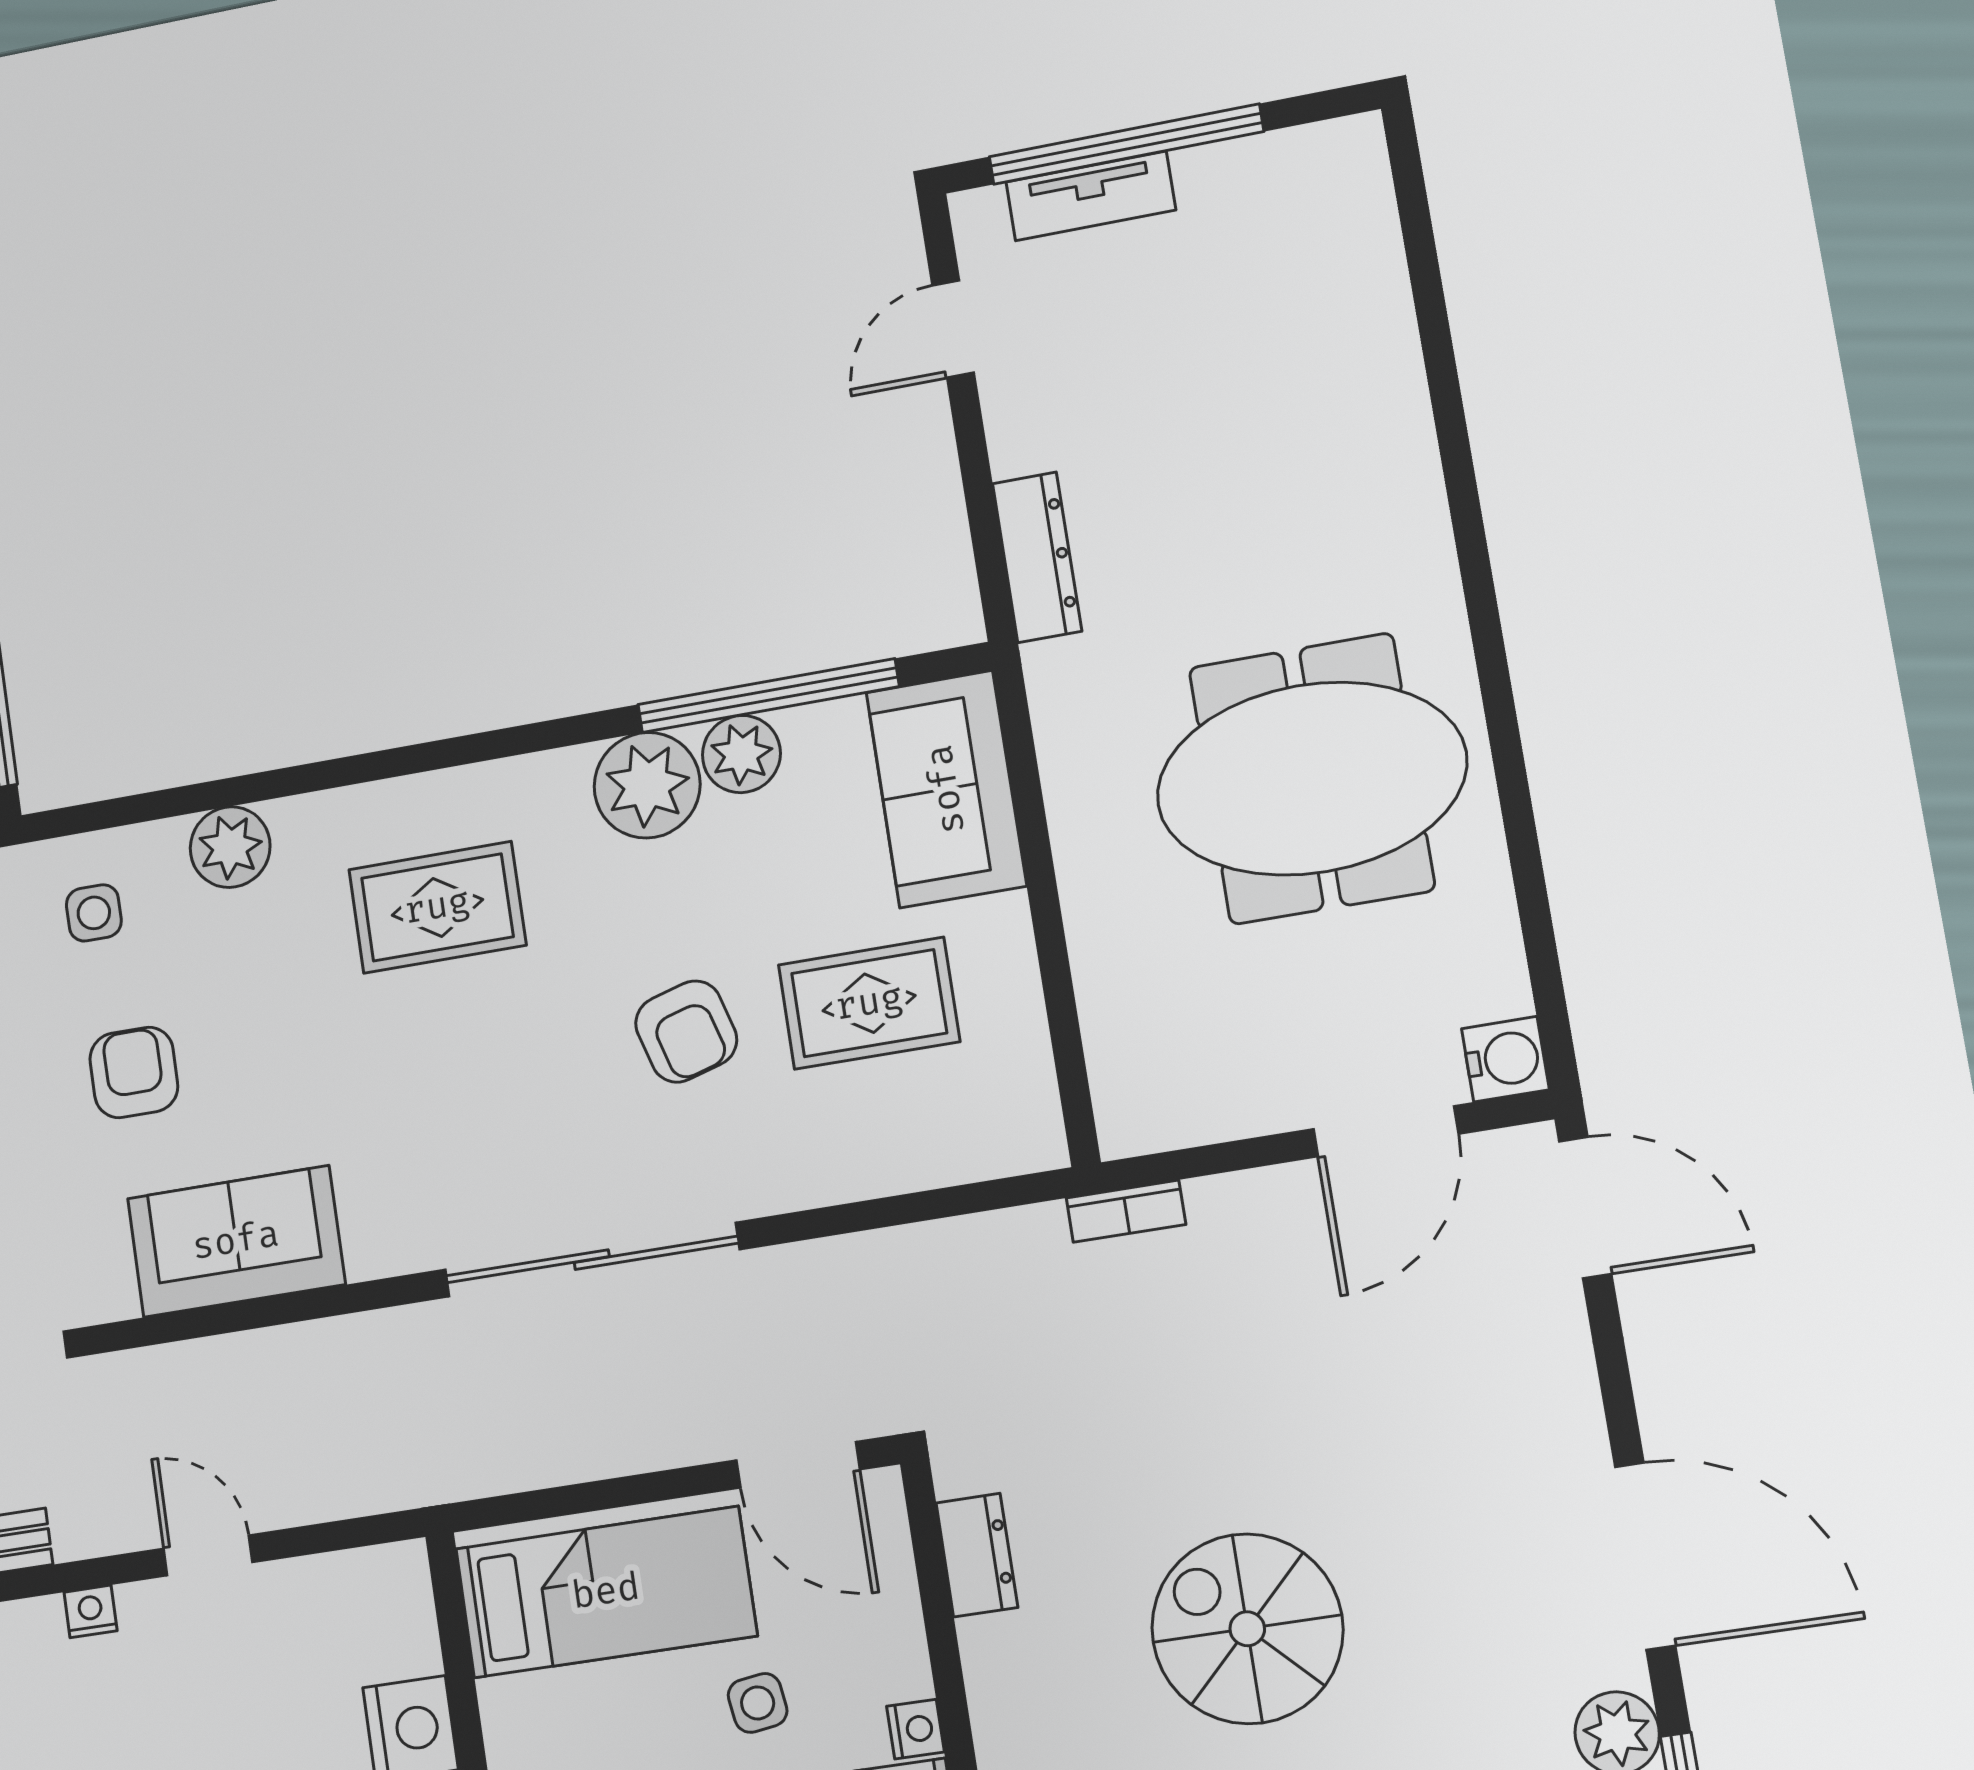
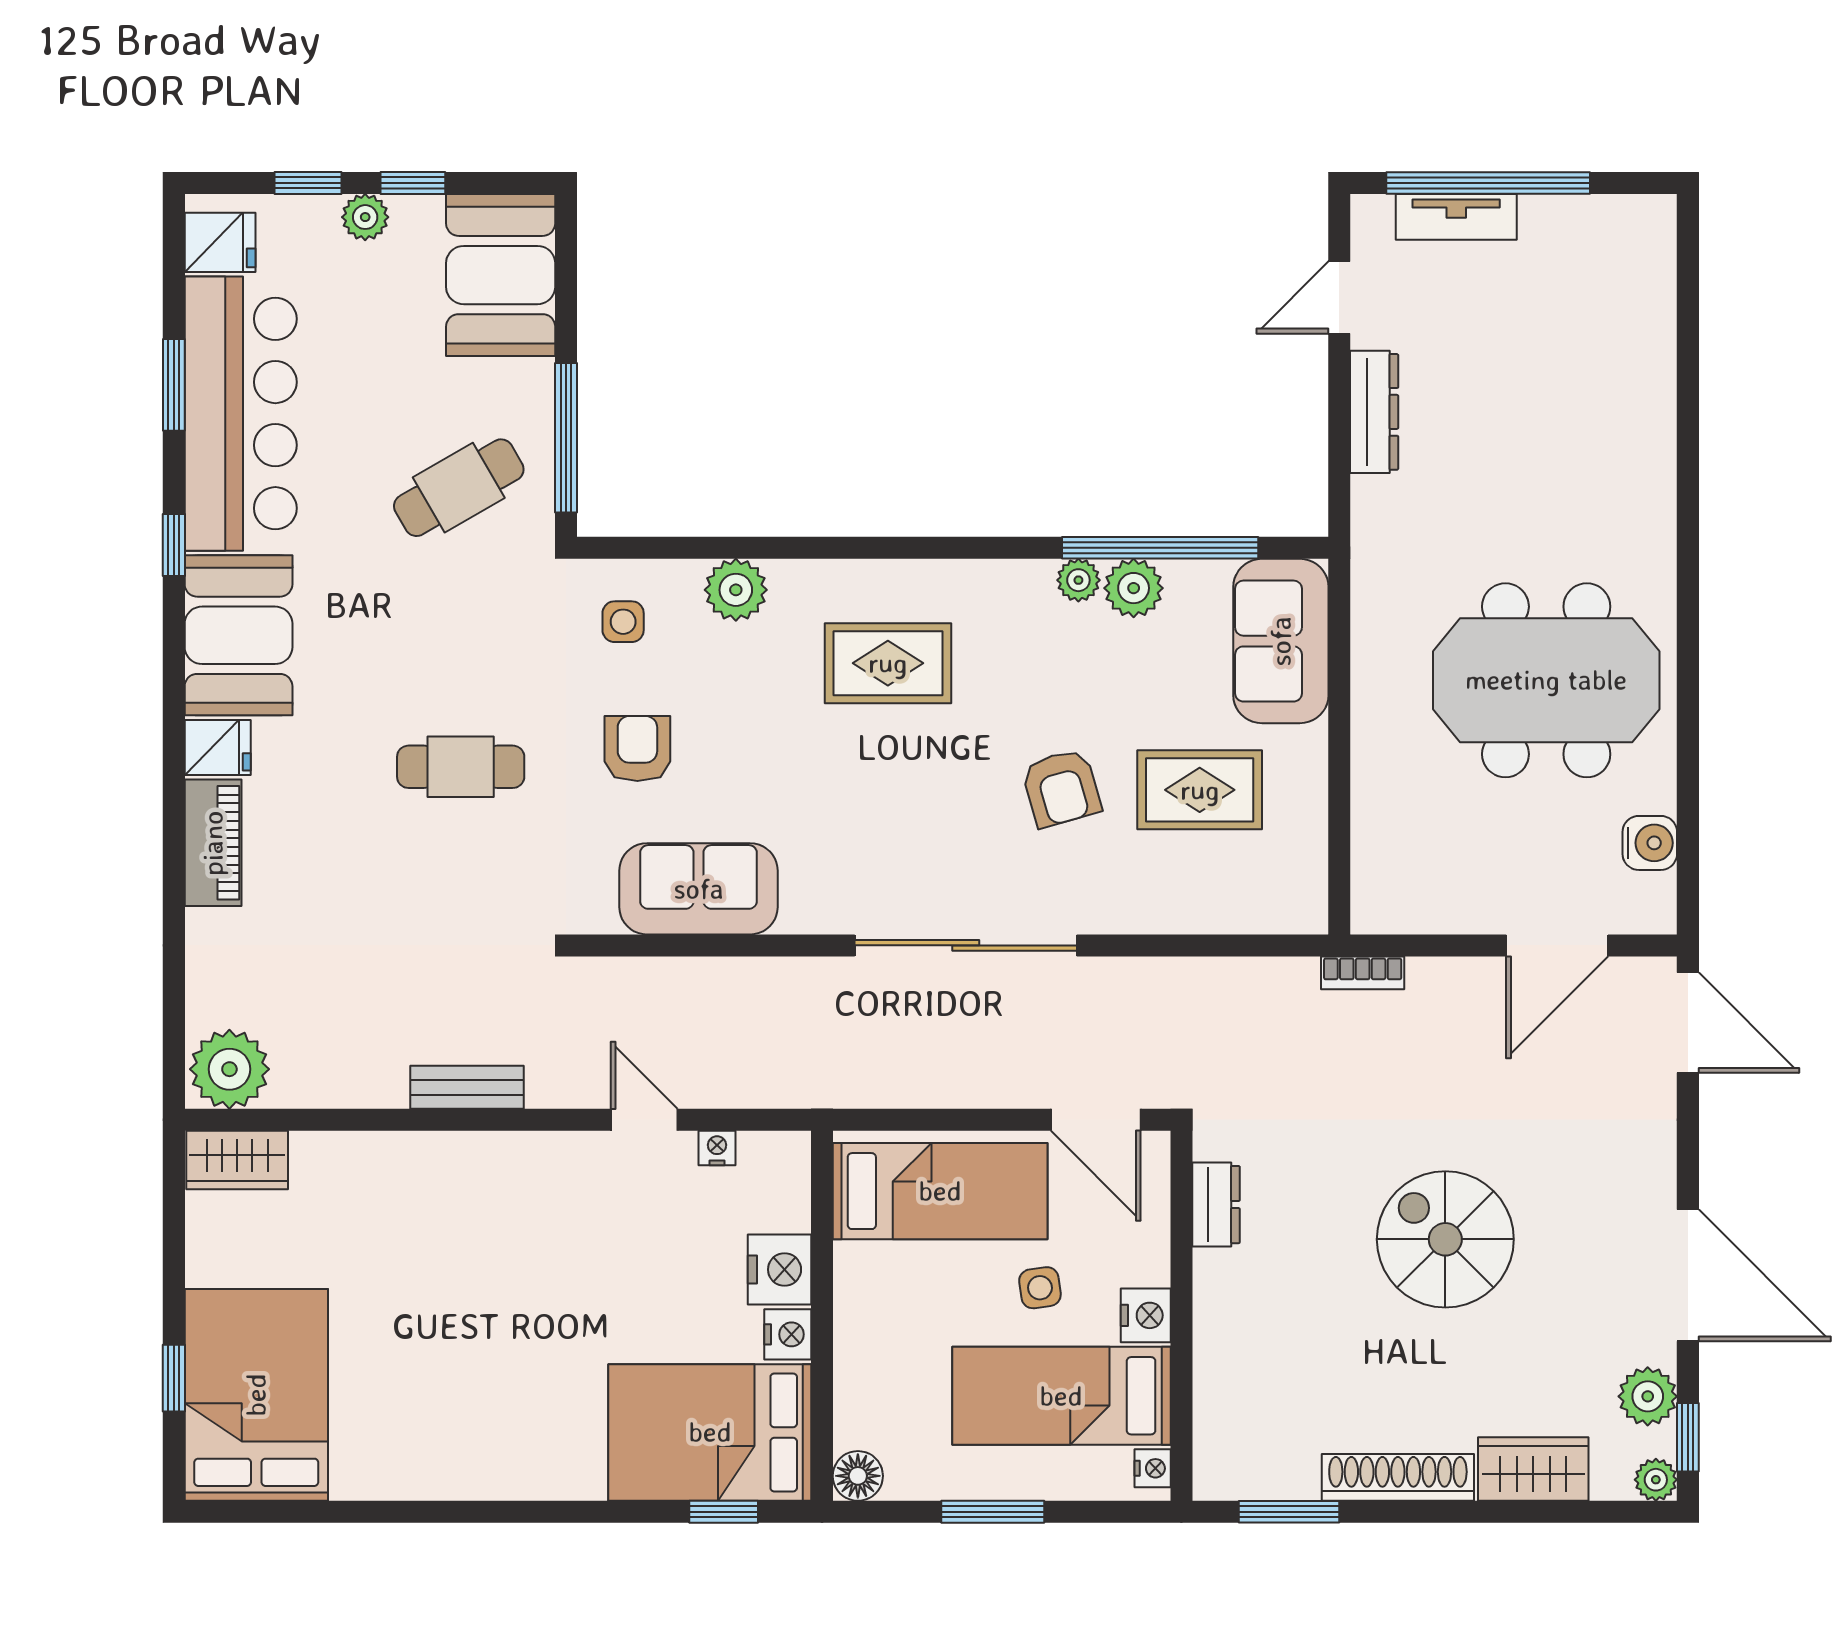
dresser: (1037, 557) -> (1374, 412), moved
plant: (647, 785) -> (1078, 580), width x0.53, depth x0.53
water cooler: (1505, 1059) -> (1650, 843), moved
nightstand: (91, 1611) -> (717, 1148), moved
spiral stairs: (1247, 1629) -> (1445, 1239), moved
nightstand: (915, 1729) -> (1146, 1315), width x1.39, depth x1.35

